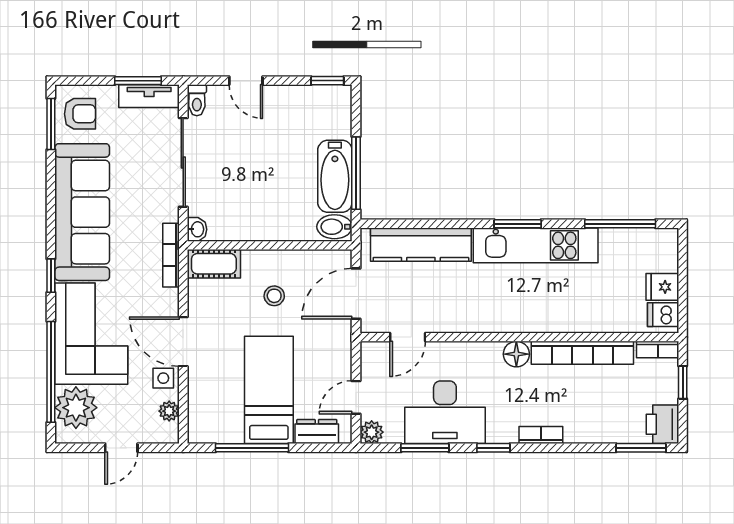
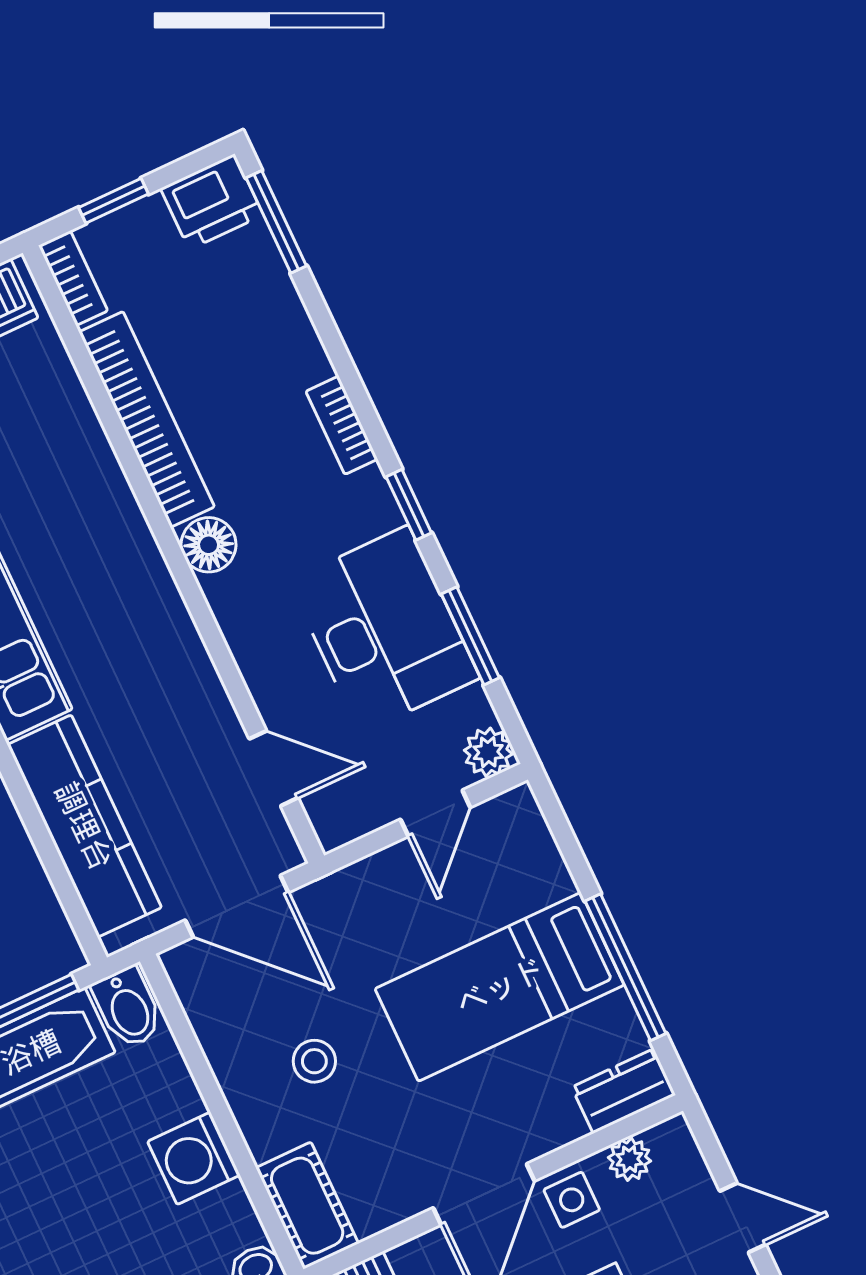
washing machine: (257, 225) -> (194, 1158), added
door: (356, 397) -> (435, 813), hinge flipped
dresser: (317, 432) -> (624, 1091), moved, turned 90

